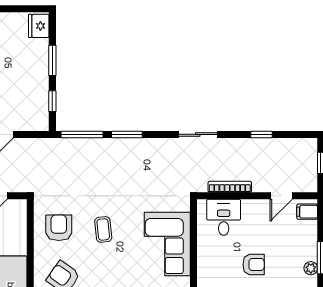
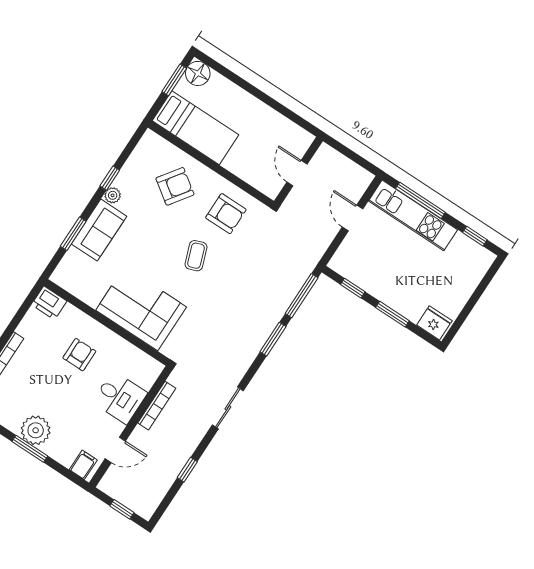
door: (281, 196) -> (115, 450), swing flipped
desk: (224, 217) -> (120, 397), moved
coffee table: (103, 229) -> (196, 256), turned 76
armchair: (254, 265) -> (79, 355), moved, turned 180
plant: (311, 268) -> (36, 430), width x1.88, depth x1.88

